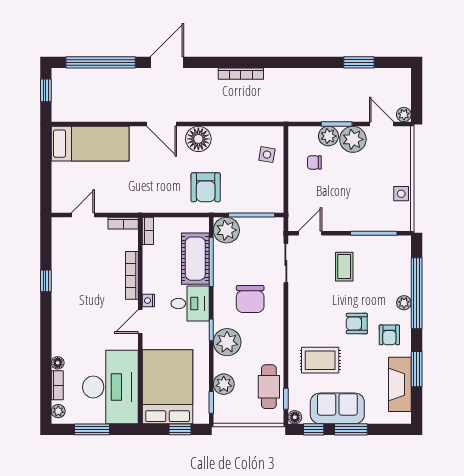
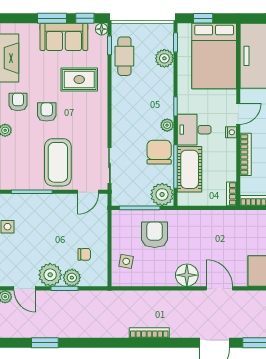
armchair: (206, 187) -> (155, 235), moved
coffee table: (344, 267) -> (58, 162), width x1.86, depth x1.72
chair: (250, 299) -> (159, 152), moved
armchair: (357, 324) -> (47, 112), turned -90
plant: (227, 342) -> (167, 125), moved, width x0.53, depth x0.53

